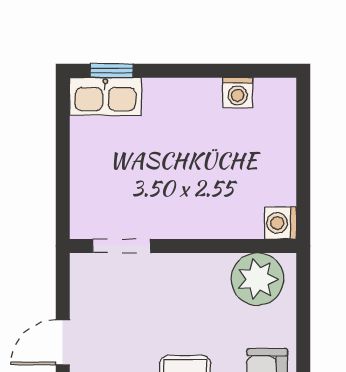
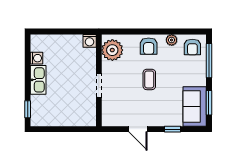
kitchen sink: (105, 96) -> (38, 80), moved
doorway: (122, 246) -> (99, 86), moved

